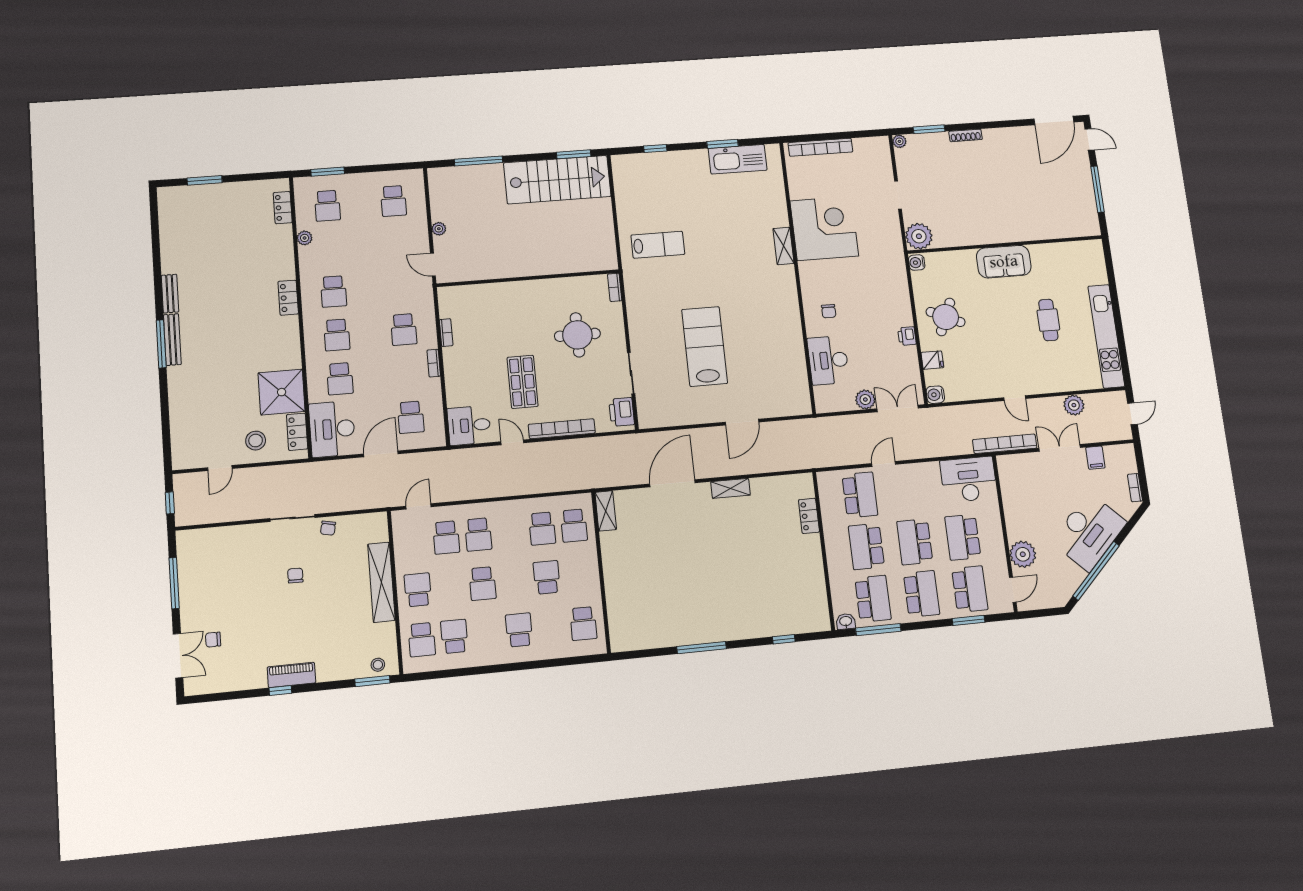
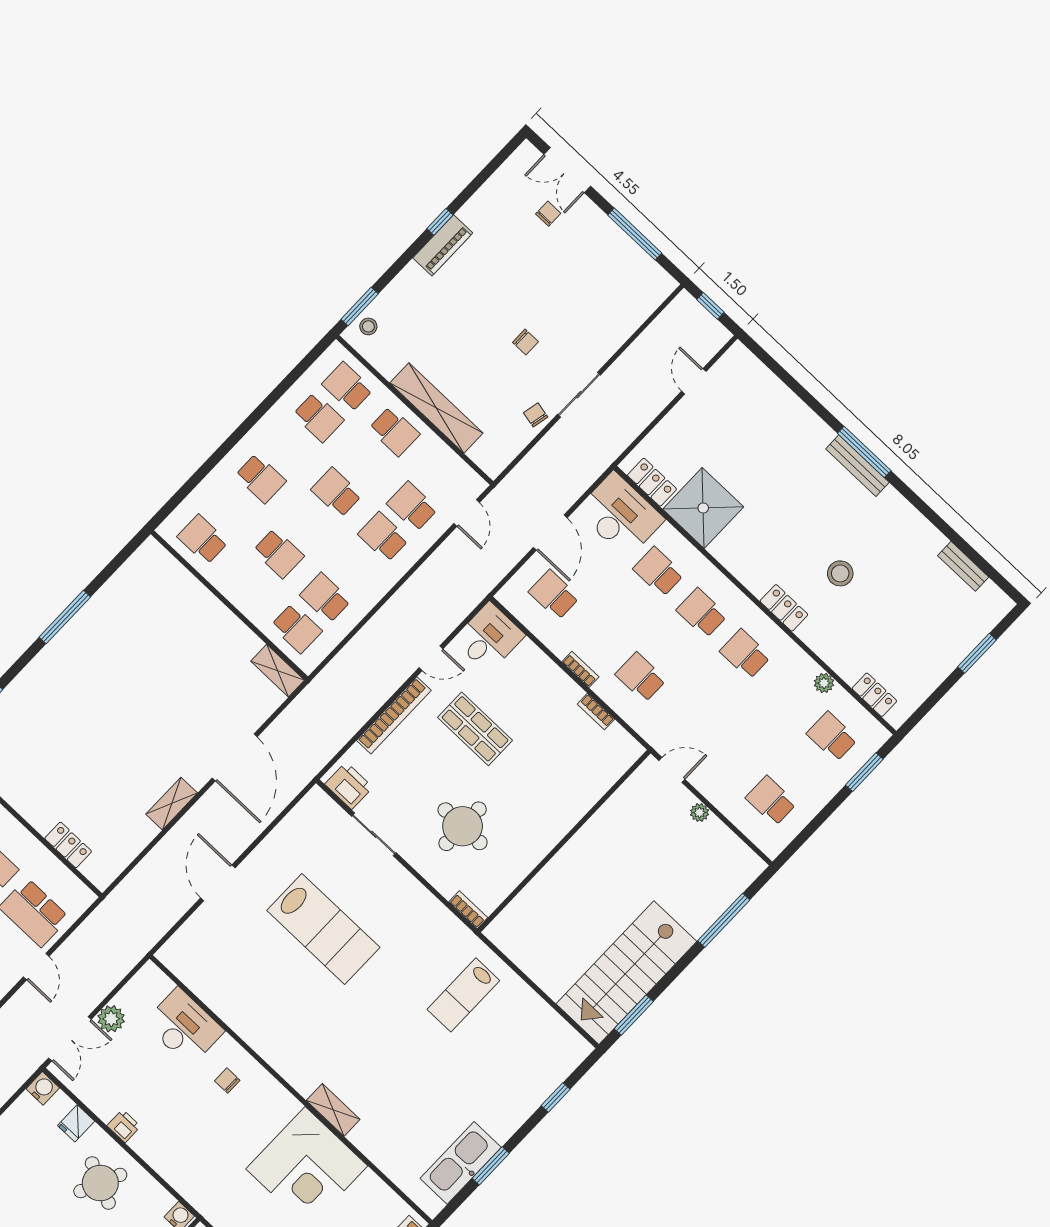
bench: (170, 294) -> (963, 566), moved
stool: (256, 441) -> (840, 573), moved
school desk: (574, 526) -> (296, 628), turned 180

